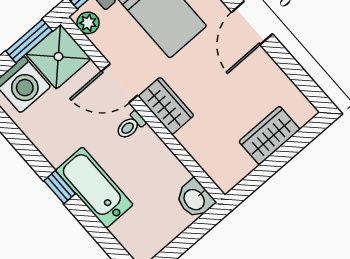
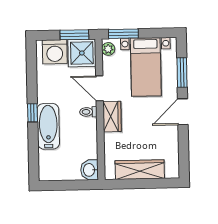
wardrobe: (269, 135) -> (140, 170), width x1.50

